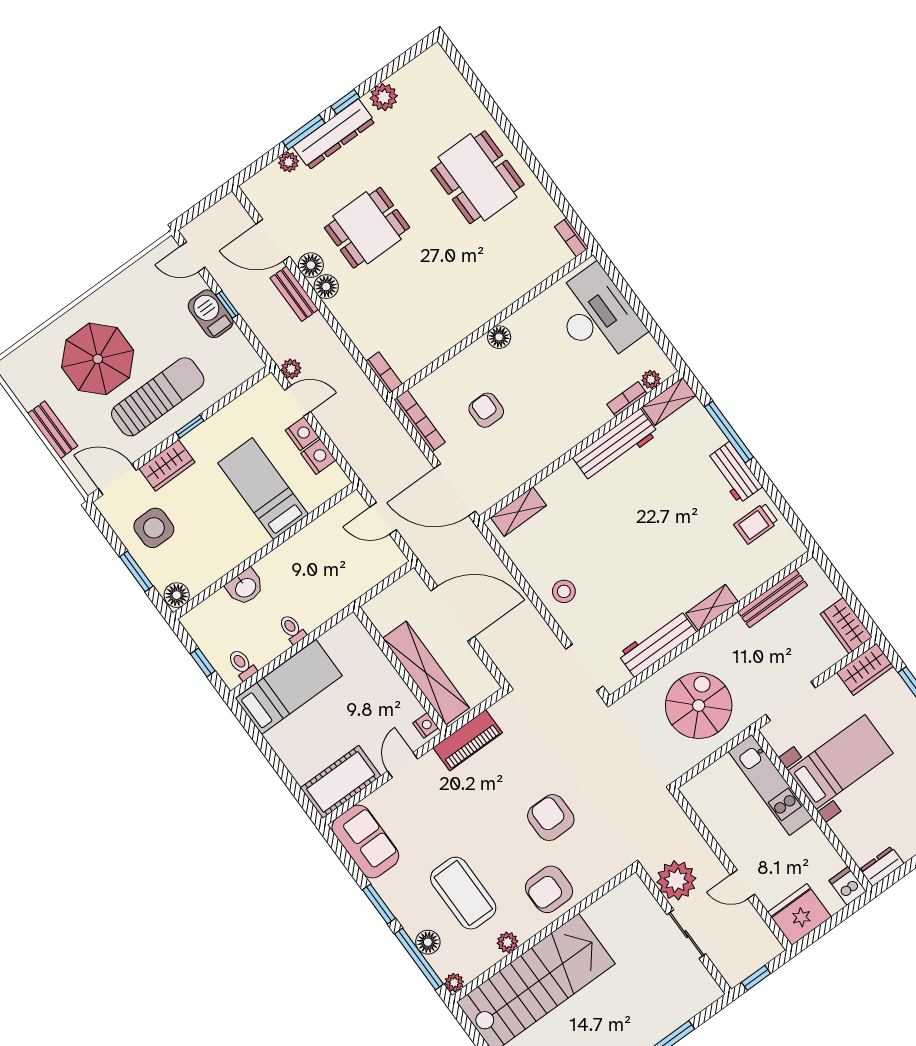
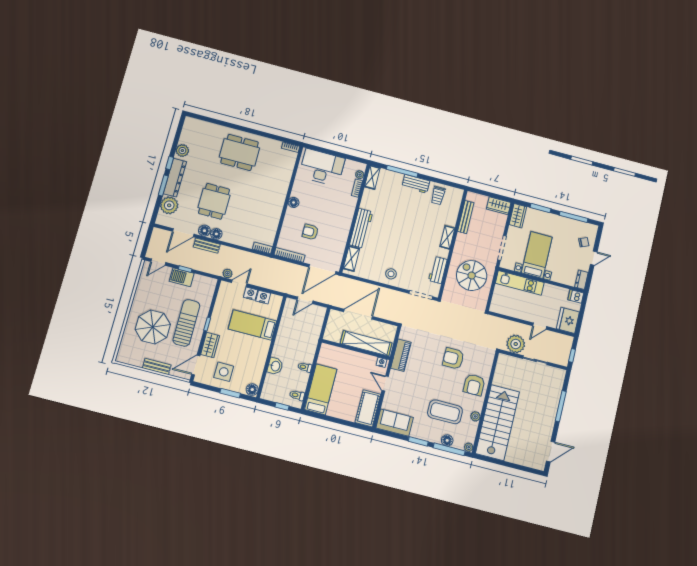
plant: (289, 162) -> (169, 205), width x1.88, depth x1.88
workbench: (616, 446) -> (361, 228), moved
workbench: (657, 643) -> (438, 270), width x0.73

